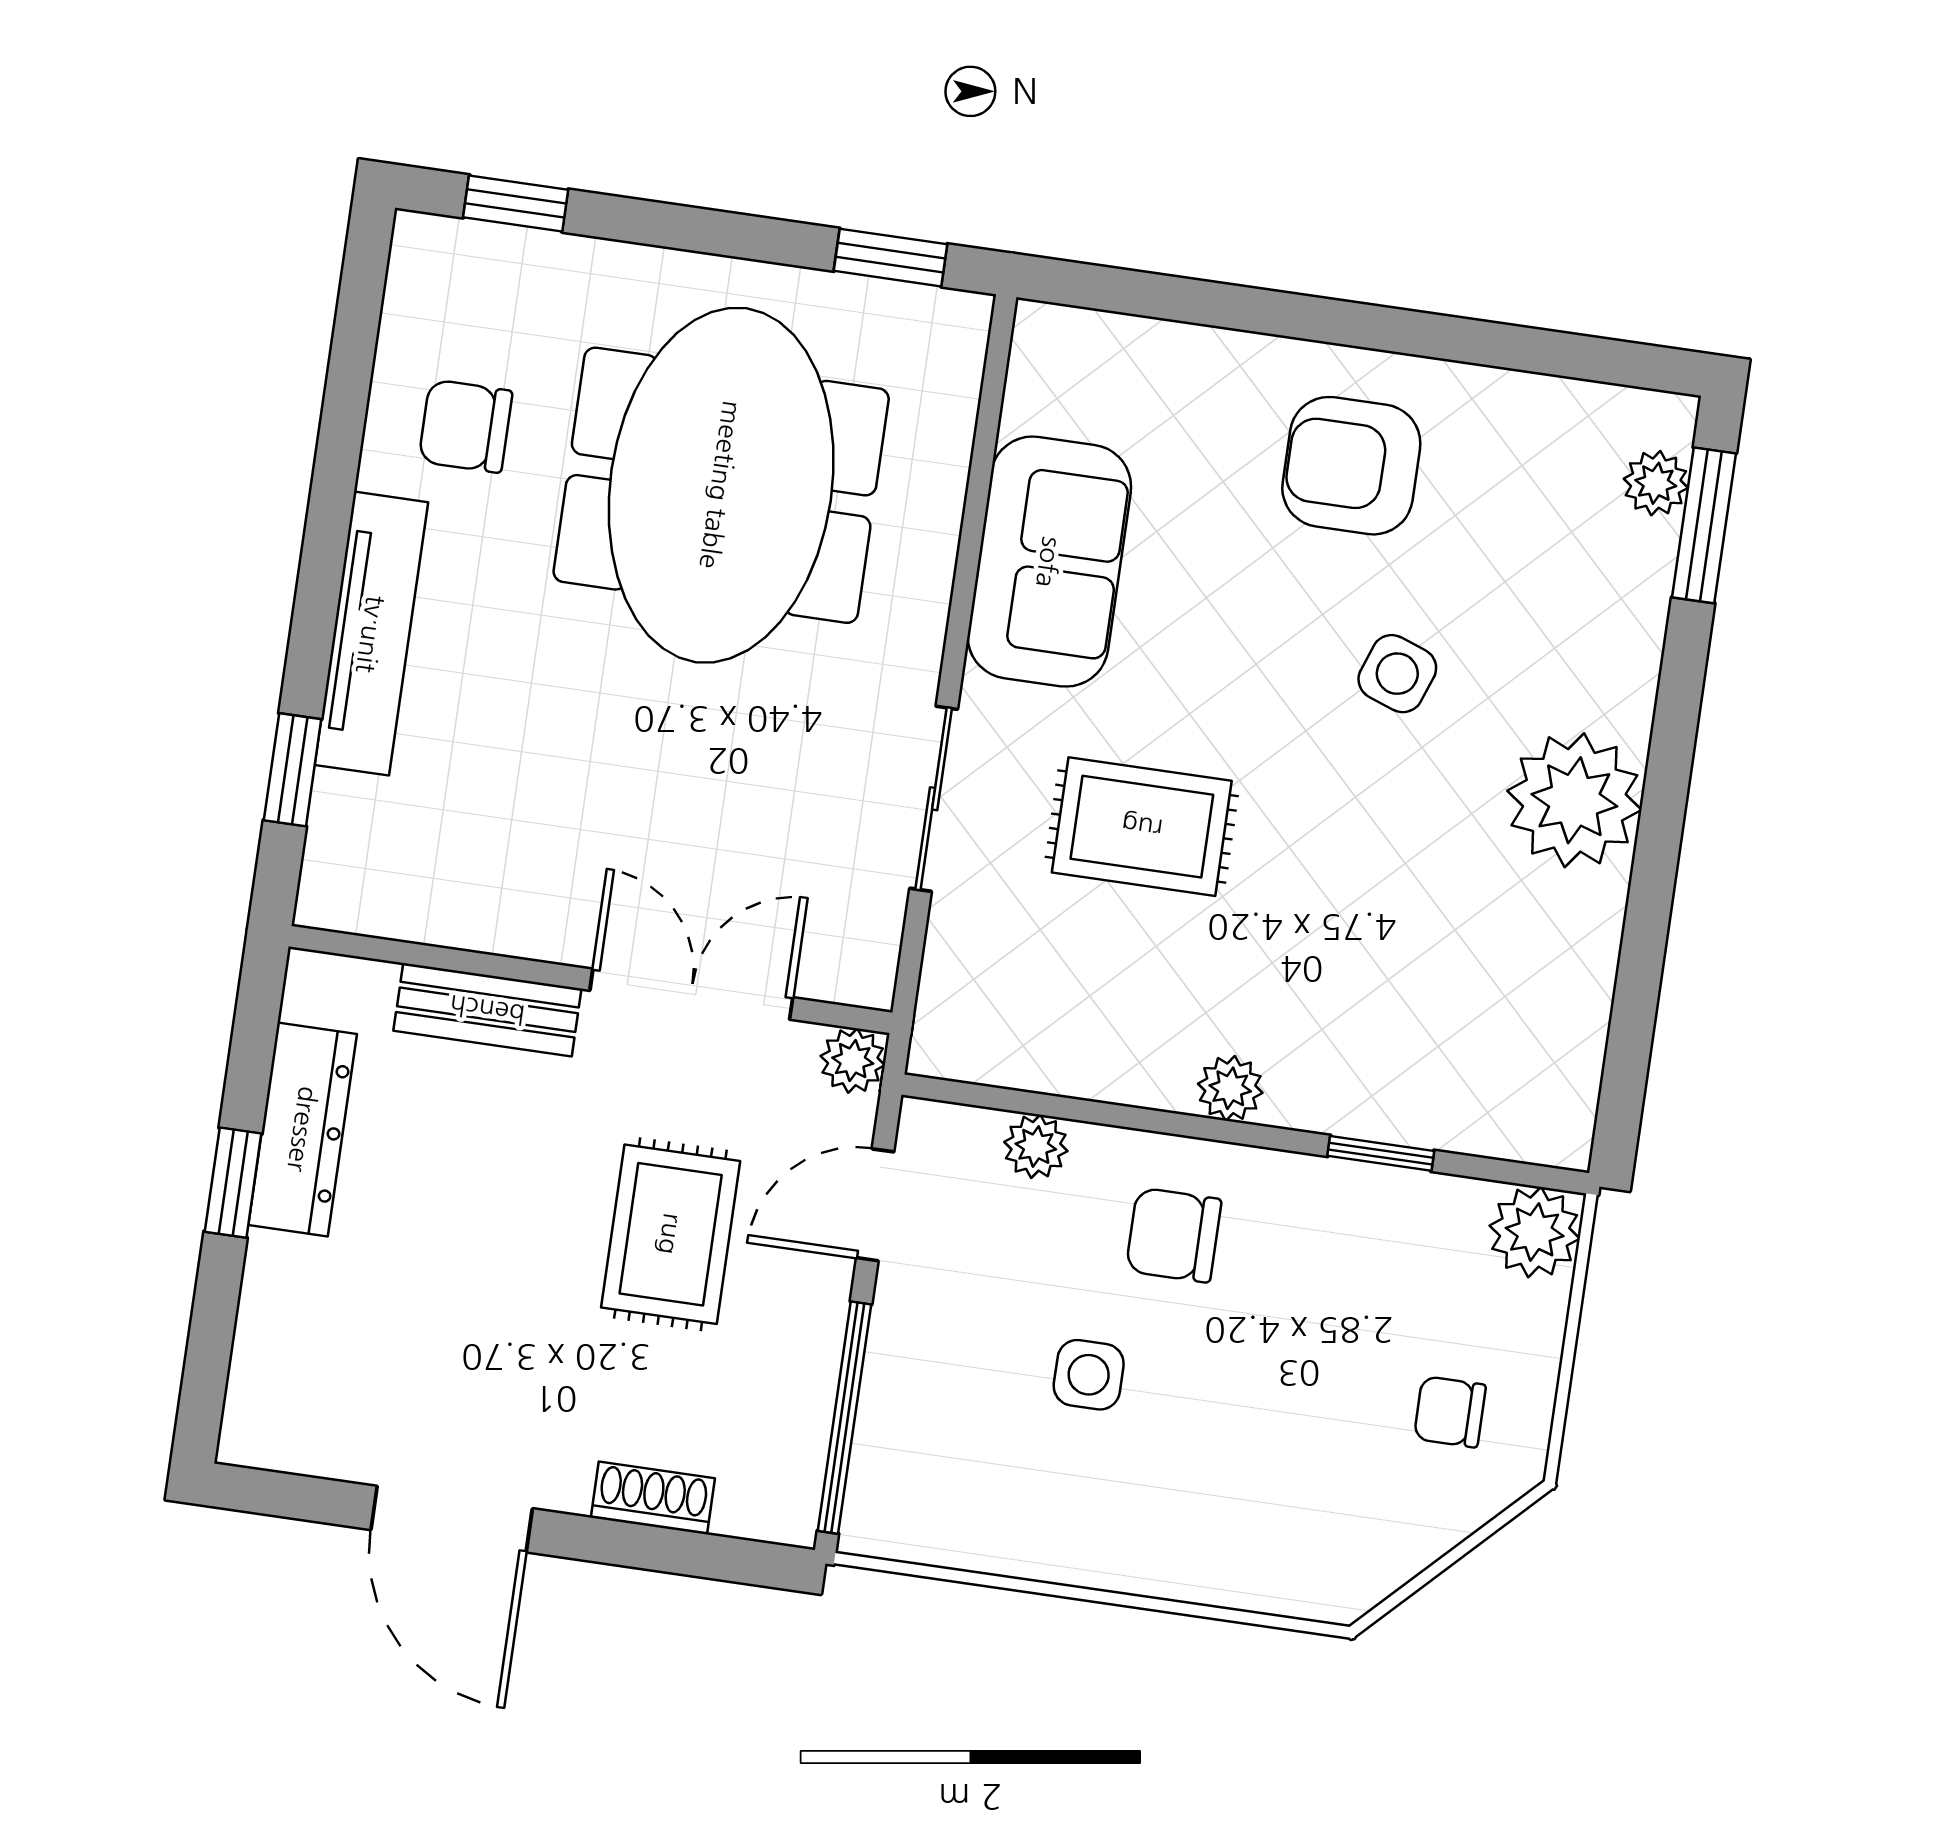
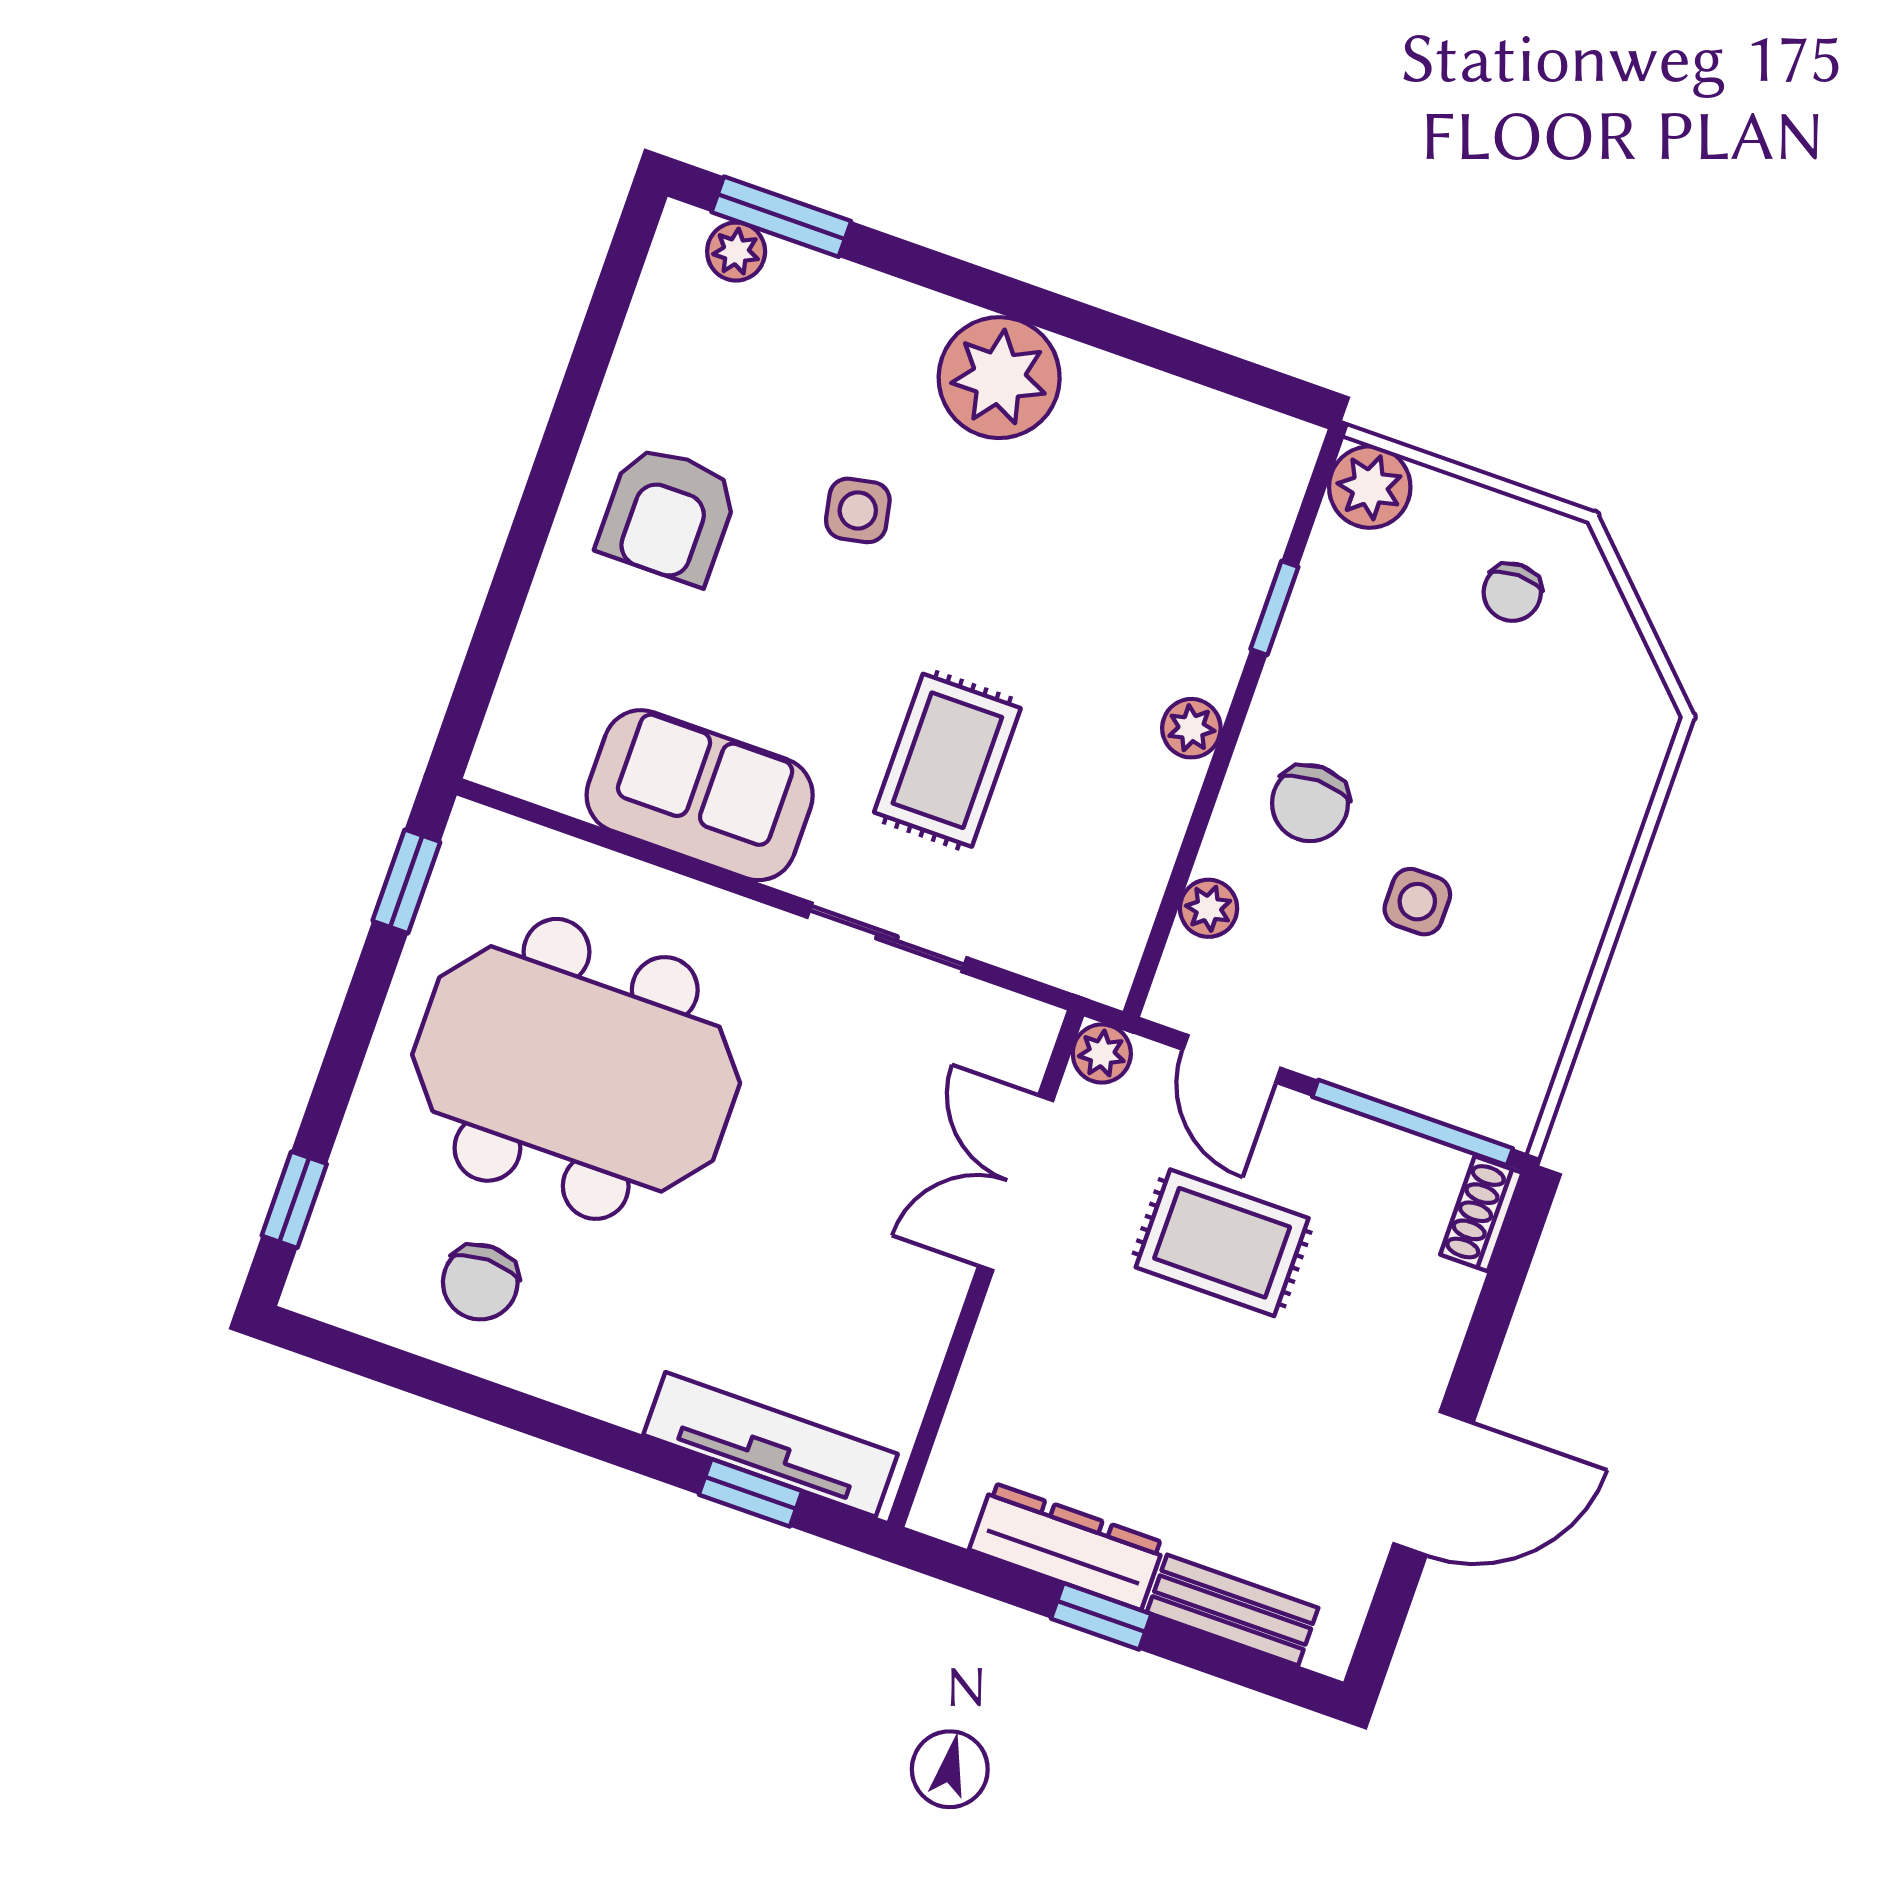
tv unit: (371, 634) -> (770, 1444), moved
side table: (1397, 674) -> (858, 510), turned -31
bench: (487, 1010) -> (1233, 1610), moved, turned 90
shoe rack: (653, 1498) -> (1481, 1214), moved

